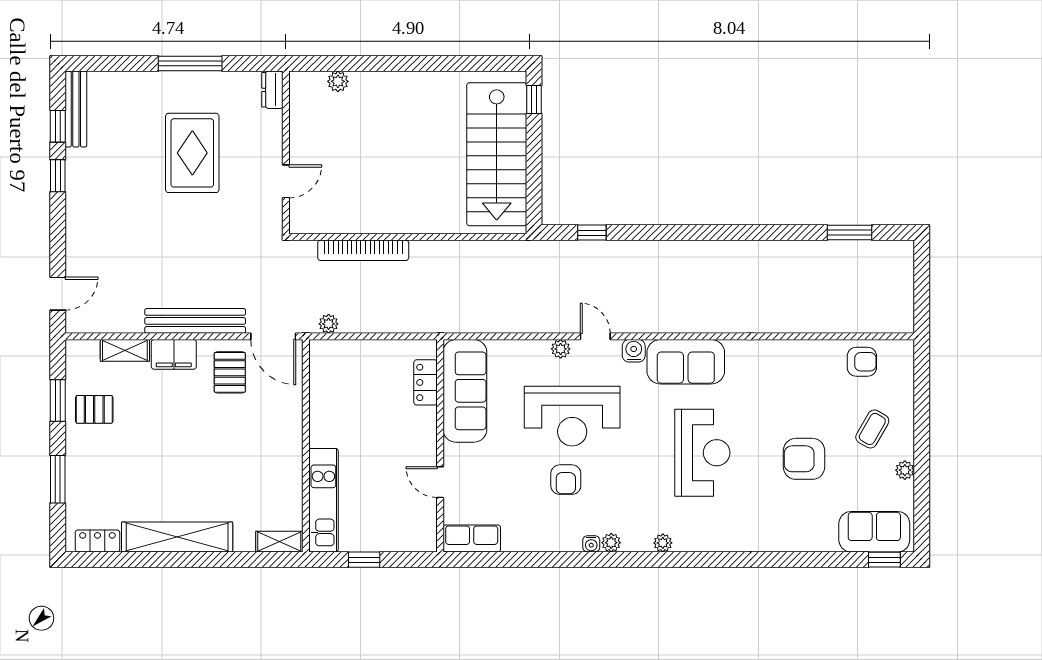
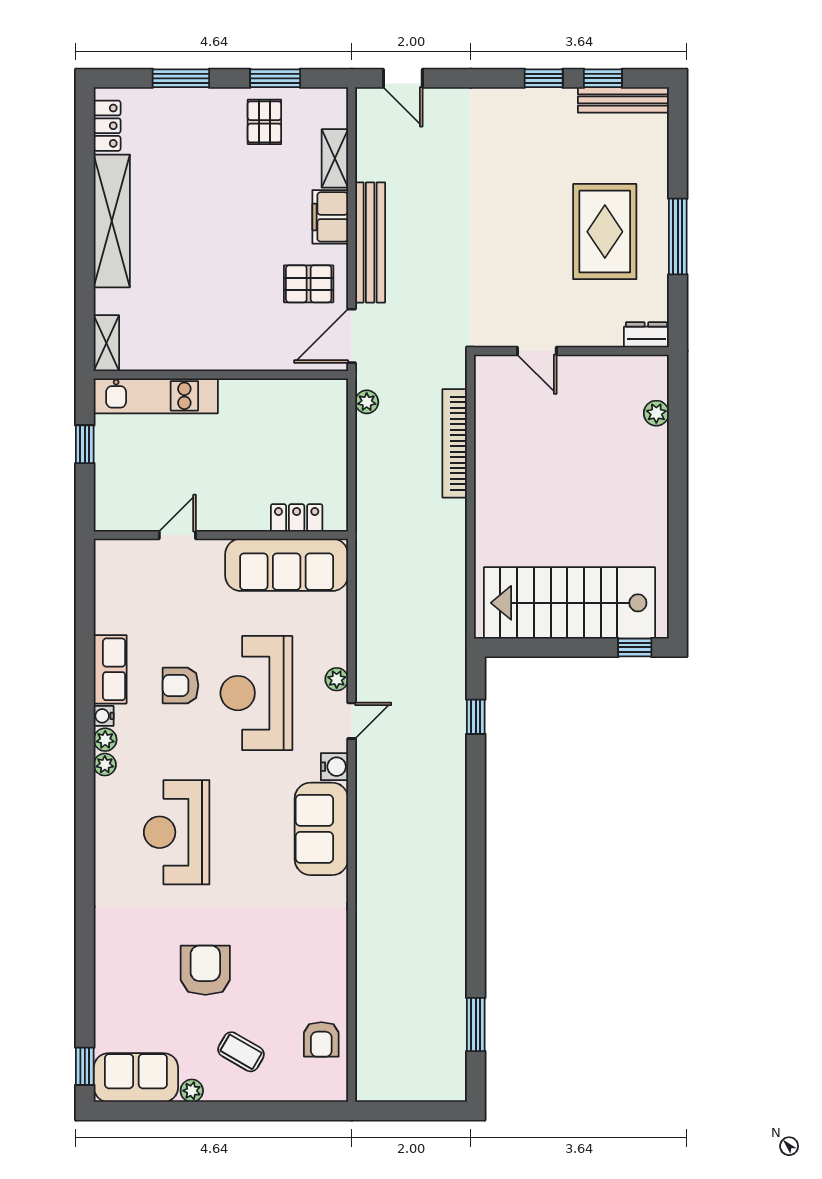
rug: (192, 153) -> (605, 232), moved, turned 90
reception desk: (702, 453) -> (177, 832), moved, turned 90
sofa: (874, 532) -> (136, 1078), moved, turned -90
row of seats: (472, 538) -> (110, 669), moved
plant: (663, 543) -> (105, 765), moved

